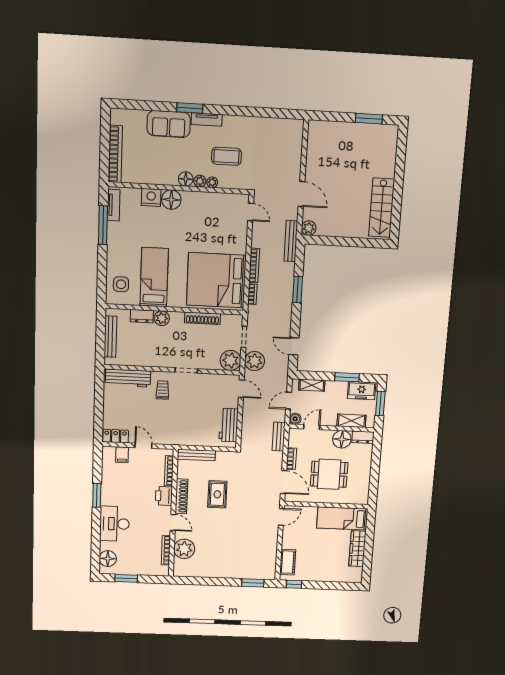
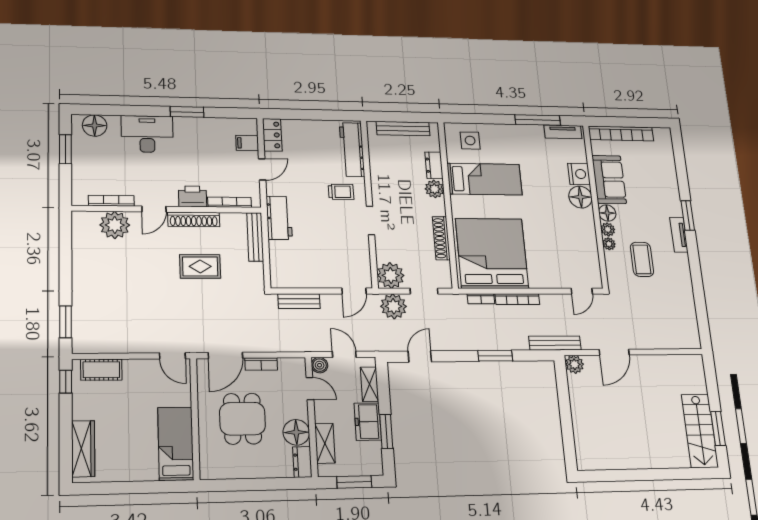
sofa: (169, 124) -> (609, 179), moved, turned 180
stairs: (382, 208) -> (700, 431), moved, turned -90
freezer: (362, 391) -> (368, 422), moved
workbench: (229, 425) -> (279, 218), moved, turned 90
bench: (279, 437) -> (299, 301), moved
wardrobe: (357, 549) -> (83, 449), moved, turned 90

